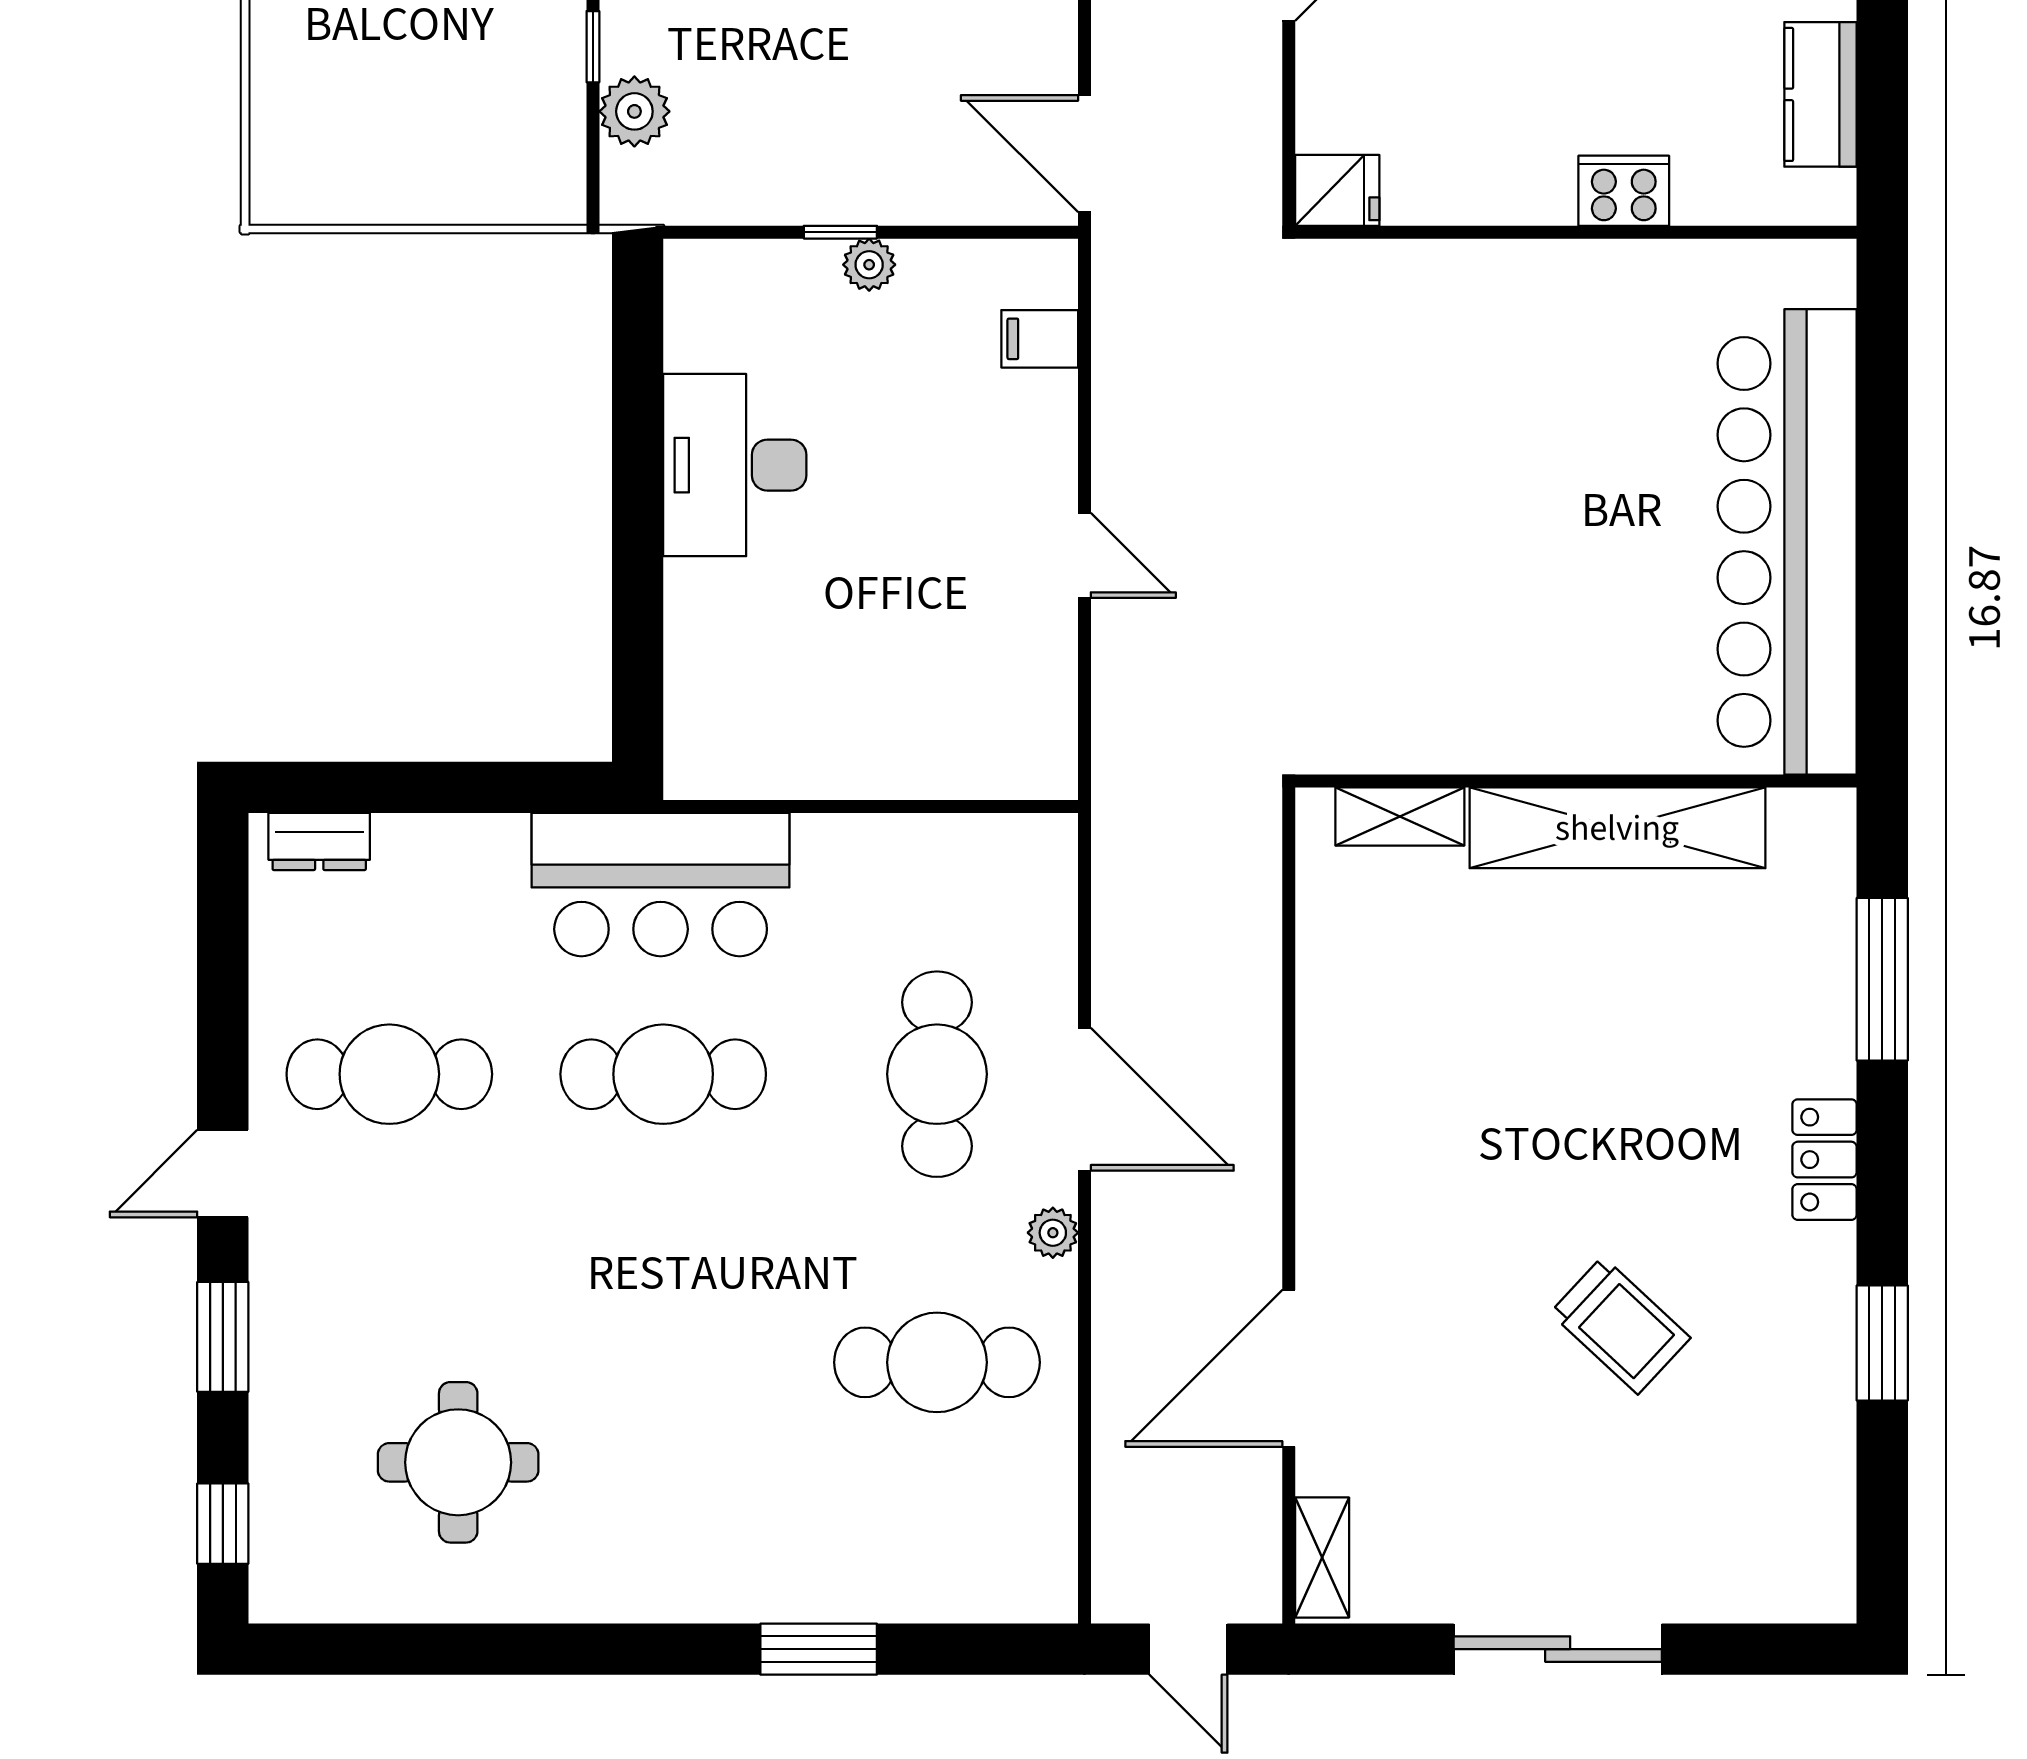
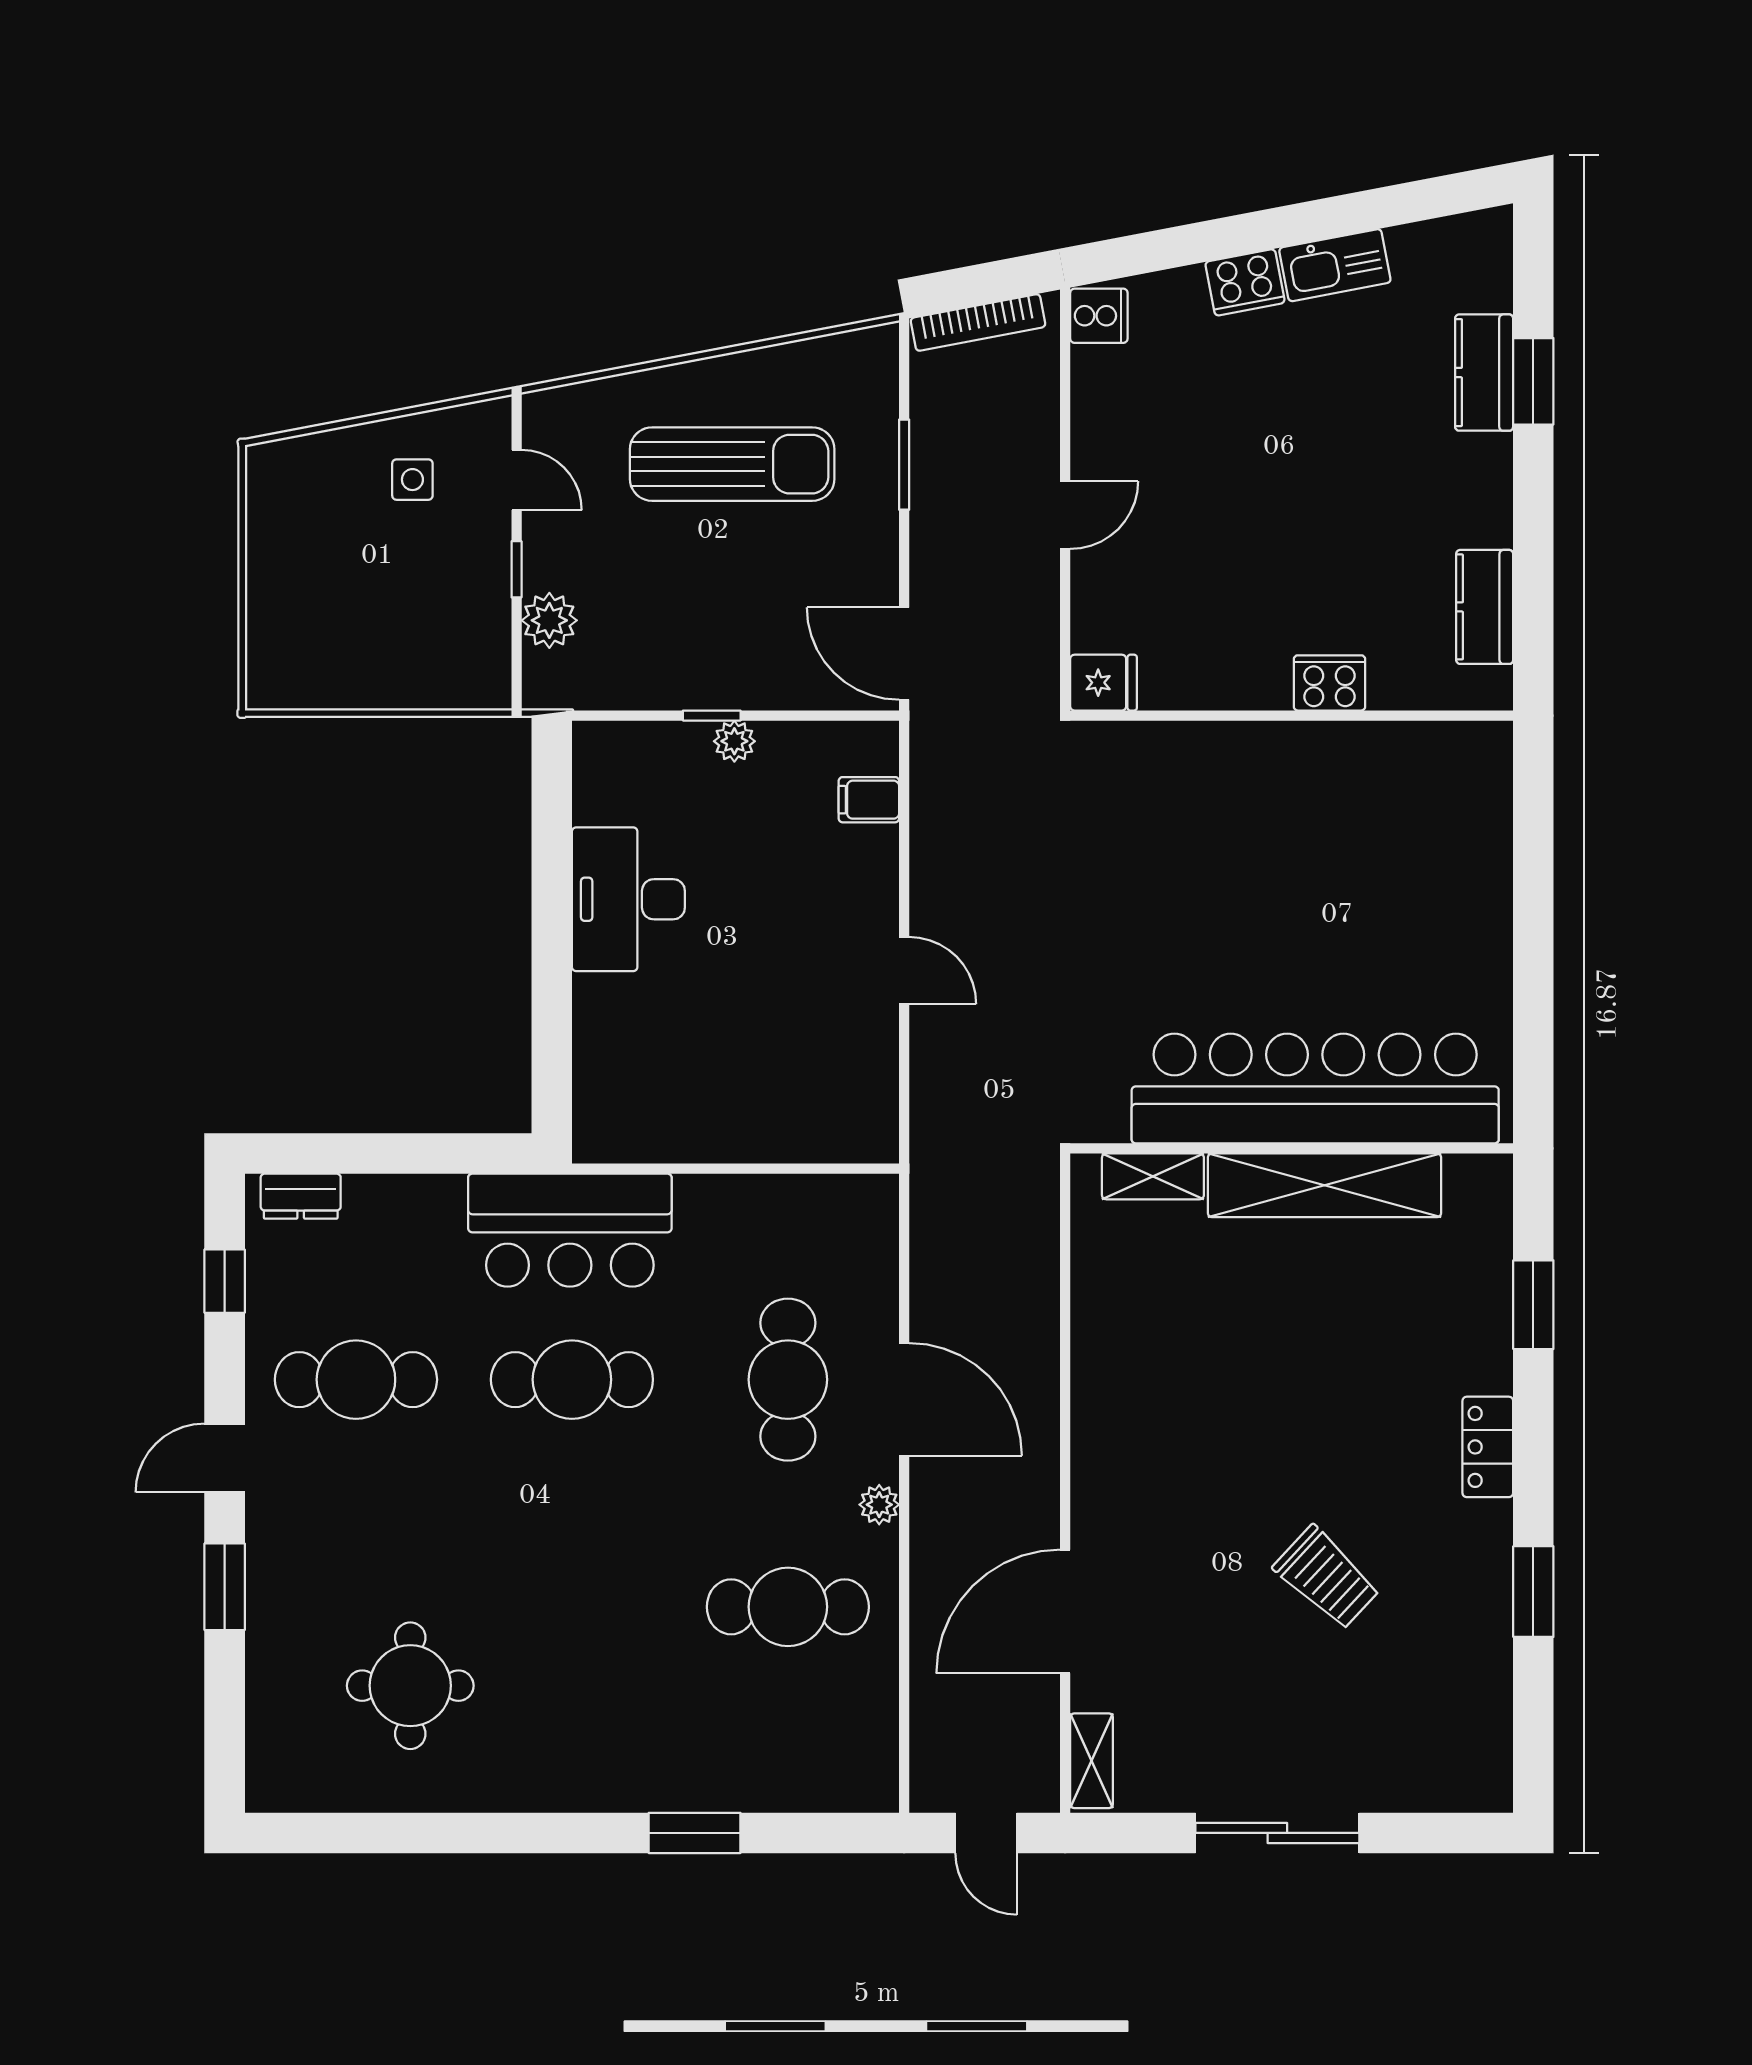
bar counter: (1787, 542) -> (1315, 1089), moved, turned 90
window: (1882, 979) -> (1533, 1305), width x0.69
window: (223, 1524) -> (225, 1281), moved

